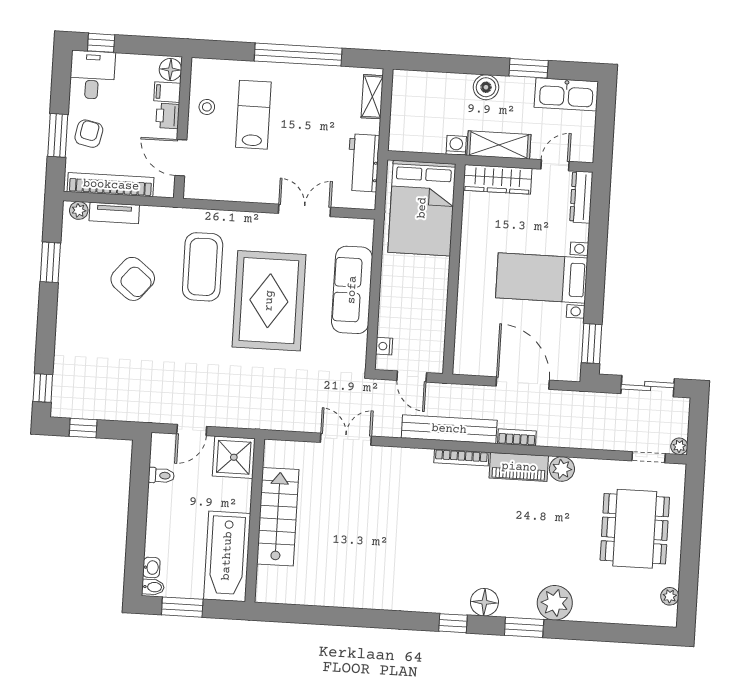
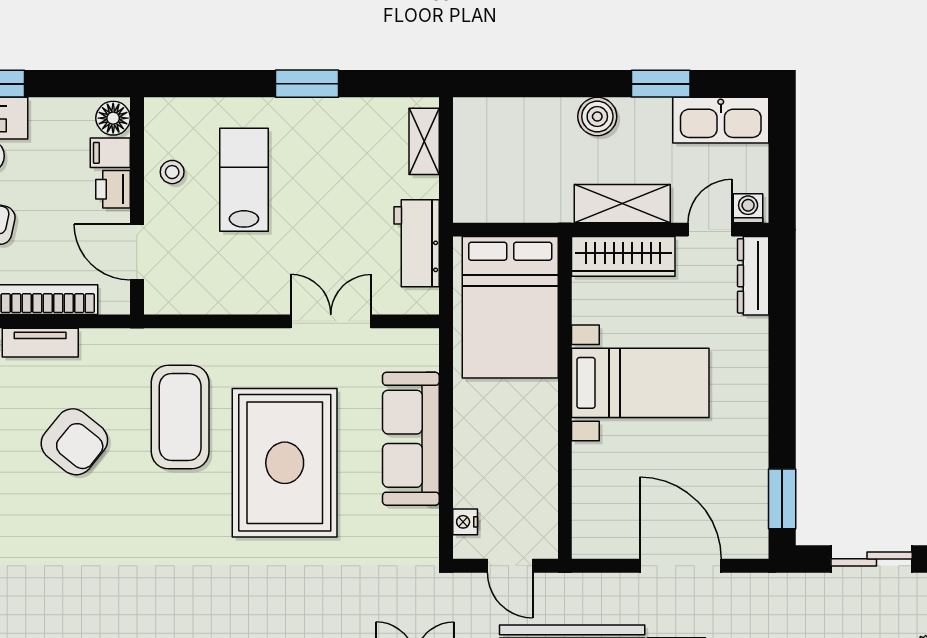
window: (298, 55) -> (307, 84), width x0.47
washing machine: (456, 145) -> (748, 208), moved
bed with nightstands: (542, 278) -> (640, 383), moved, turned 180

